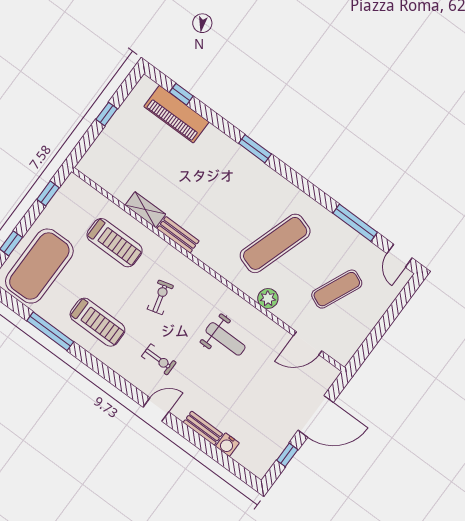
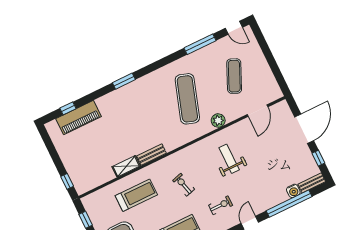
window: (107, 114) -> (67, 181), moved
weight bench: (225, 339) -> (229, 159), turned -90
bench: (203, 428) -> (312, 183), moved
window: (208, 448) -> (289, 204), added

